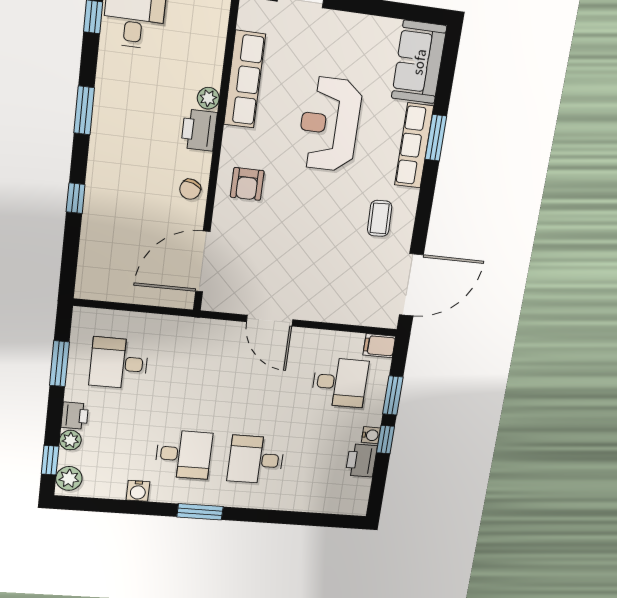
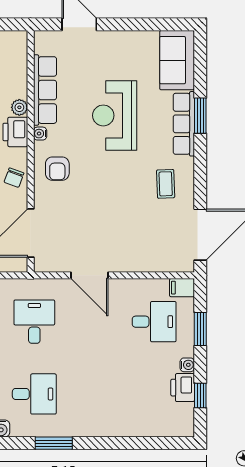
water cooler: (231, 136) -> (40, 134), added
window: (386, 440) -> (200, 395), moved
desk: (256, 460) -> (34, 322), moved, turned 90

